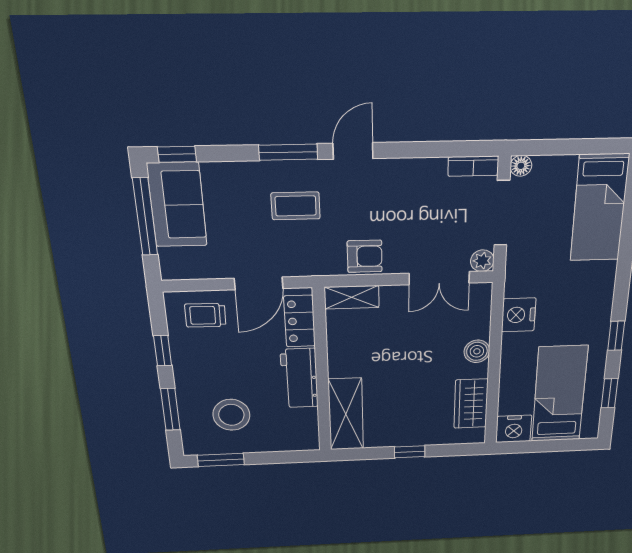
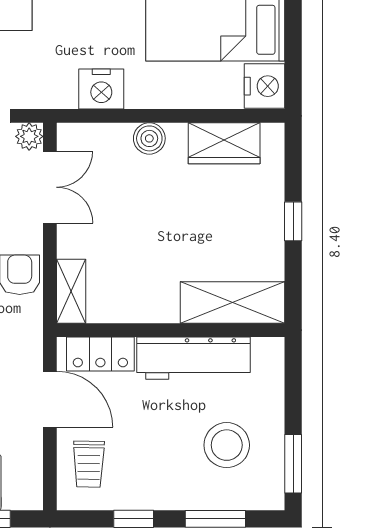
workbench: (299, 378) -> (193, 358), width x1.38

